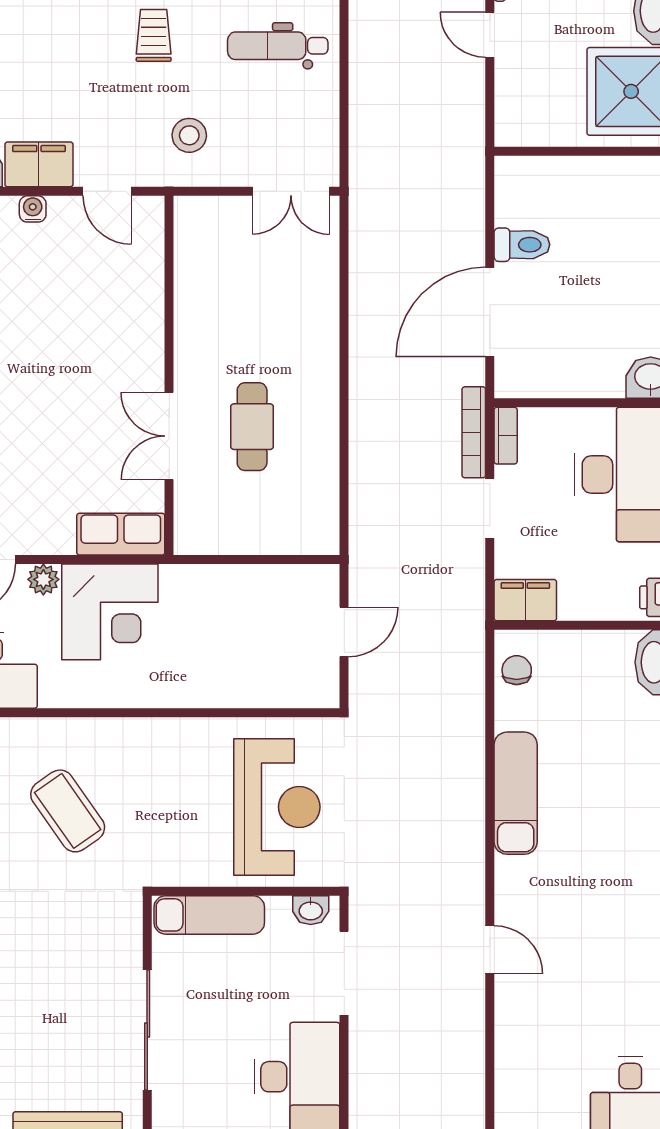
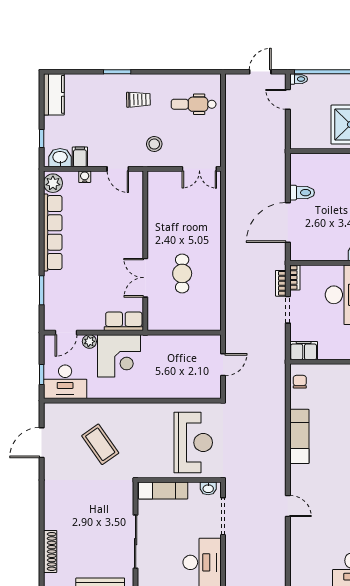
trolley: (154, 35) -> (138, 100), turned 89
filing cabinet: (39, 164) -> (80, 157), width x0.50
bookcase: (474, 432) -> (281, 283), width x0.64

